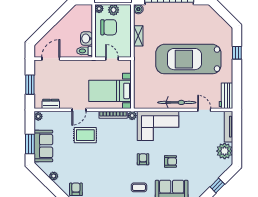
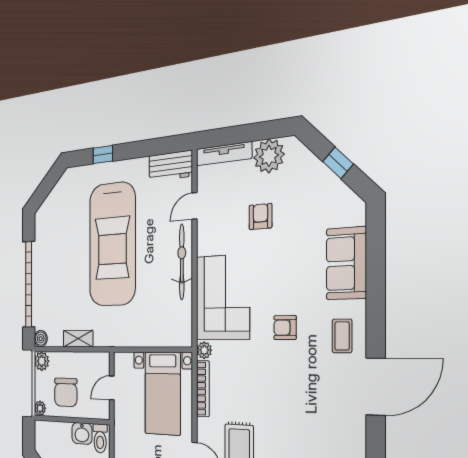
plant: (114, 10) -> (42, 361), moved
chair: (109, 27) -> (66, 392), turned 180
armchair: (170, 161) -> (261, 217), moved

